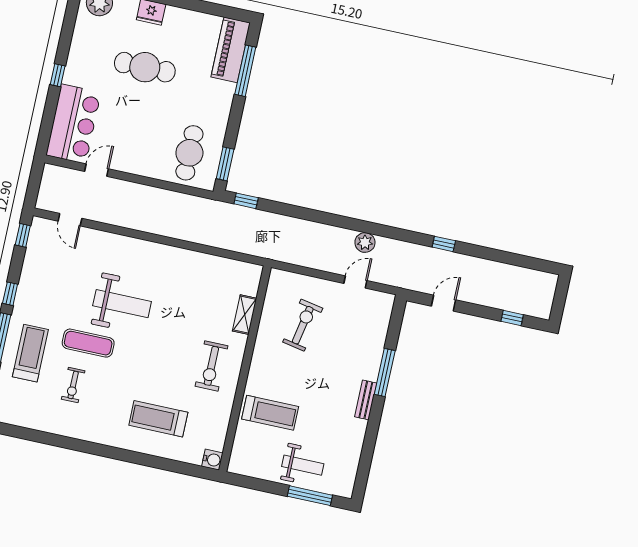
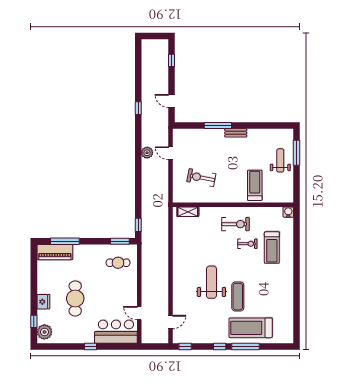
cafe table: (189, 153) -> (118, 263), width x0.73, depth x0.74
shelving: (245, 315) -> (188, 212), moved
treadmill: (30, 353) -> (251, 328), width x1.37, depth x1.38
exercise bike: (73, 385) -> (247, 244), moved

